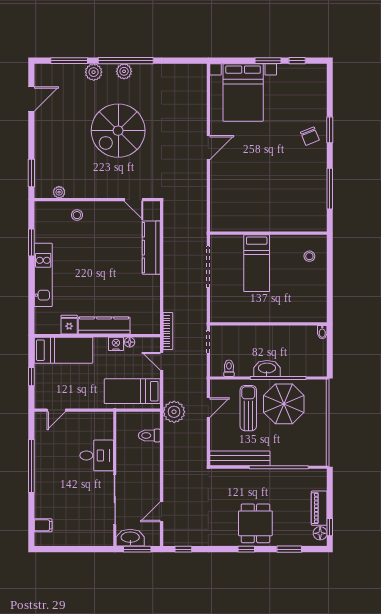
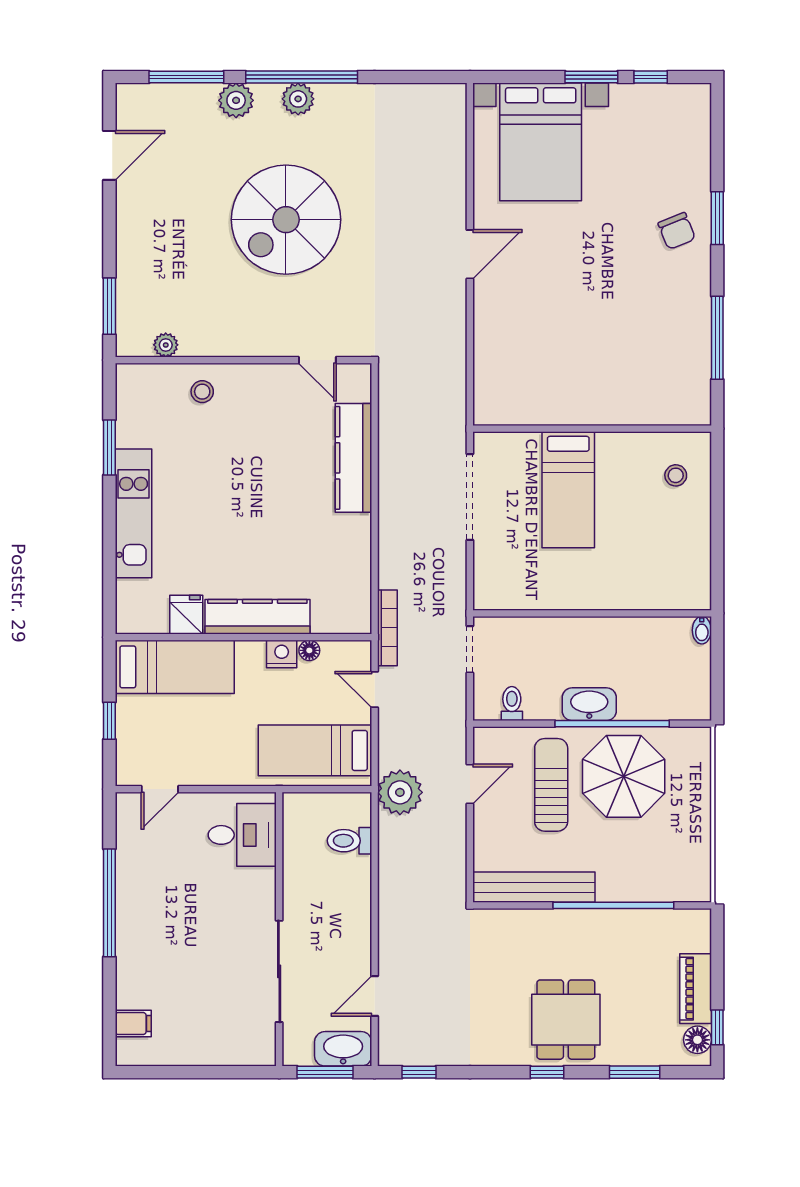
desk: (97, 455) -> (242, 835), moved
washbasin: (130, 538) -> (343, 1049), moved

